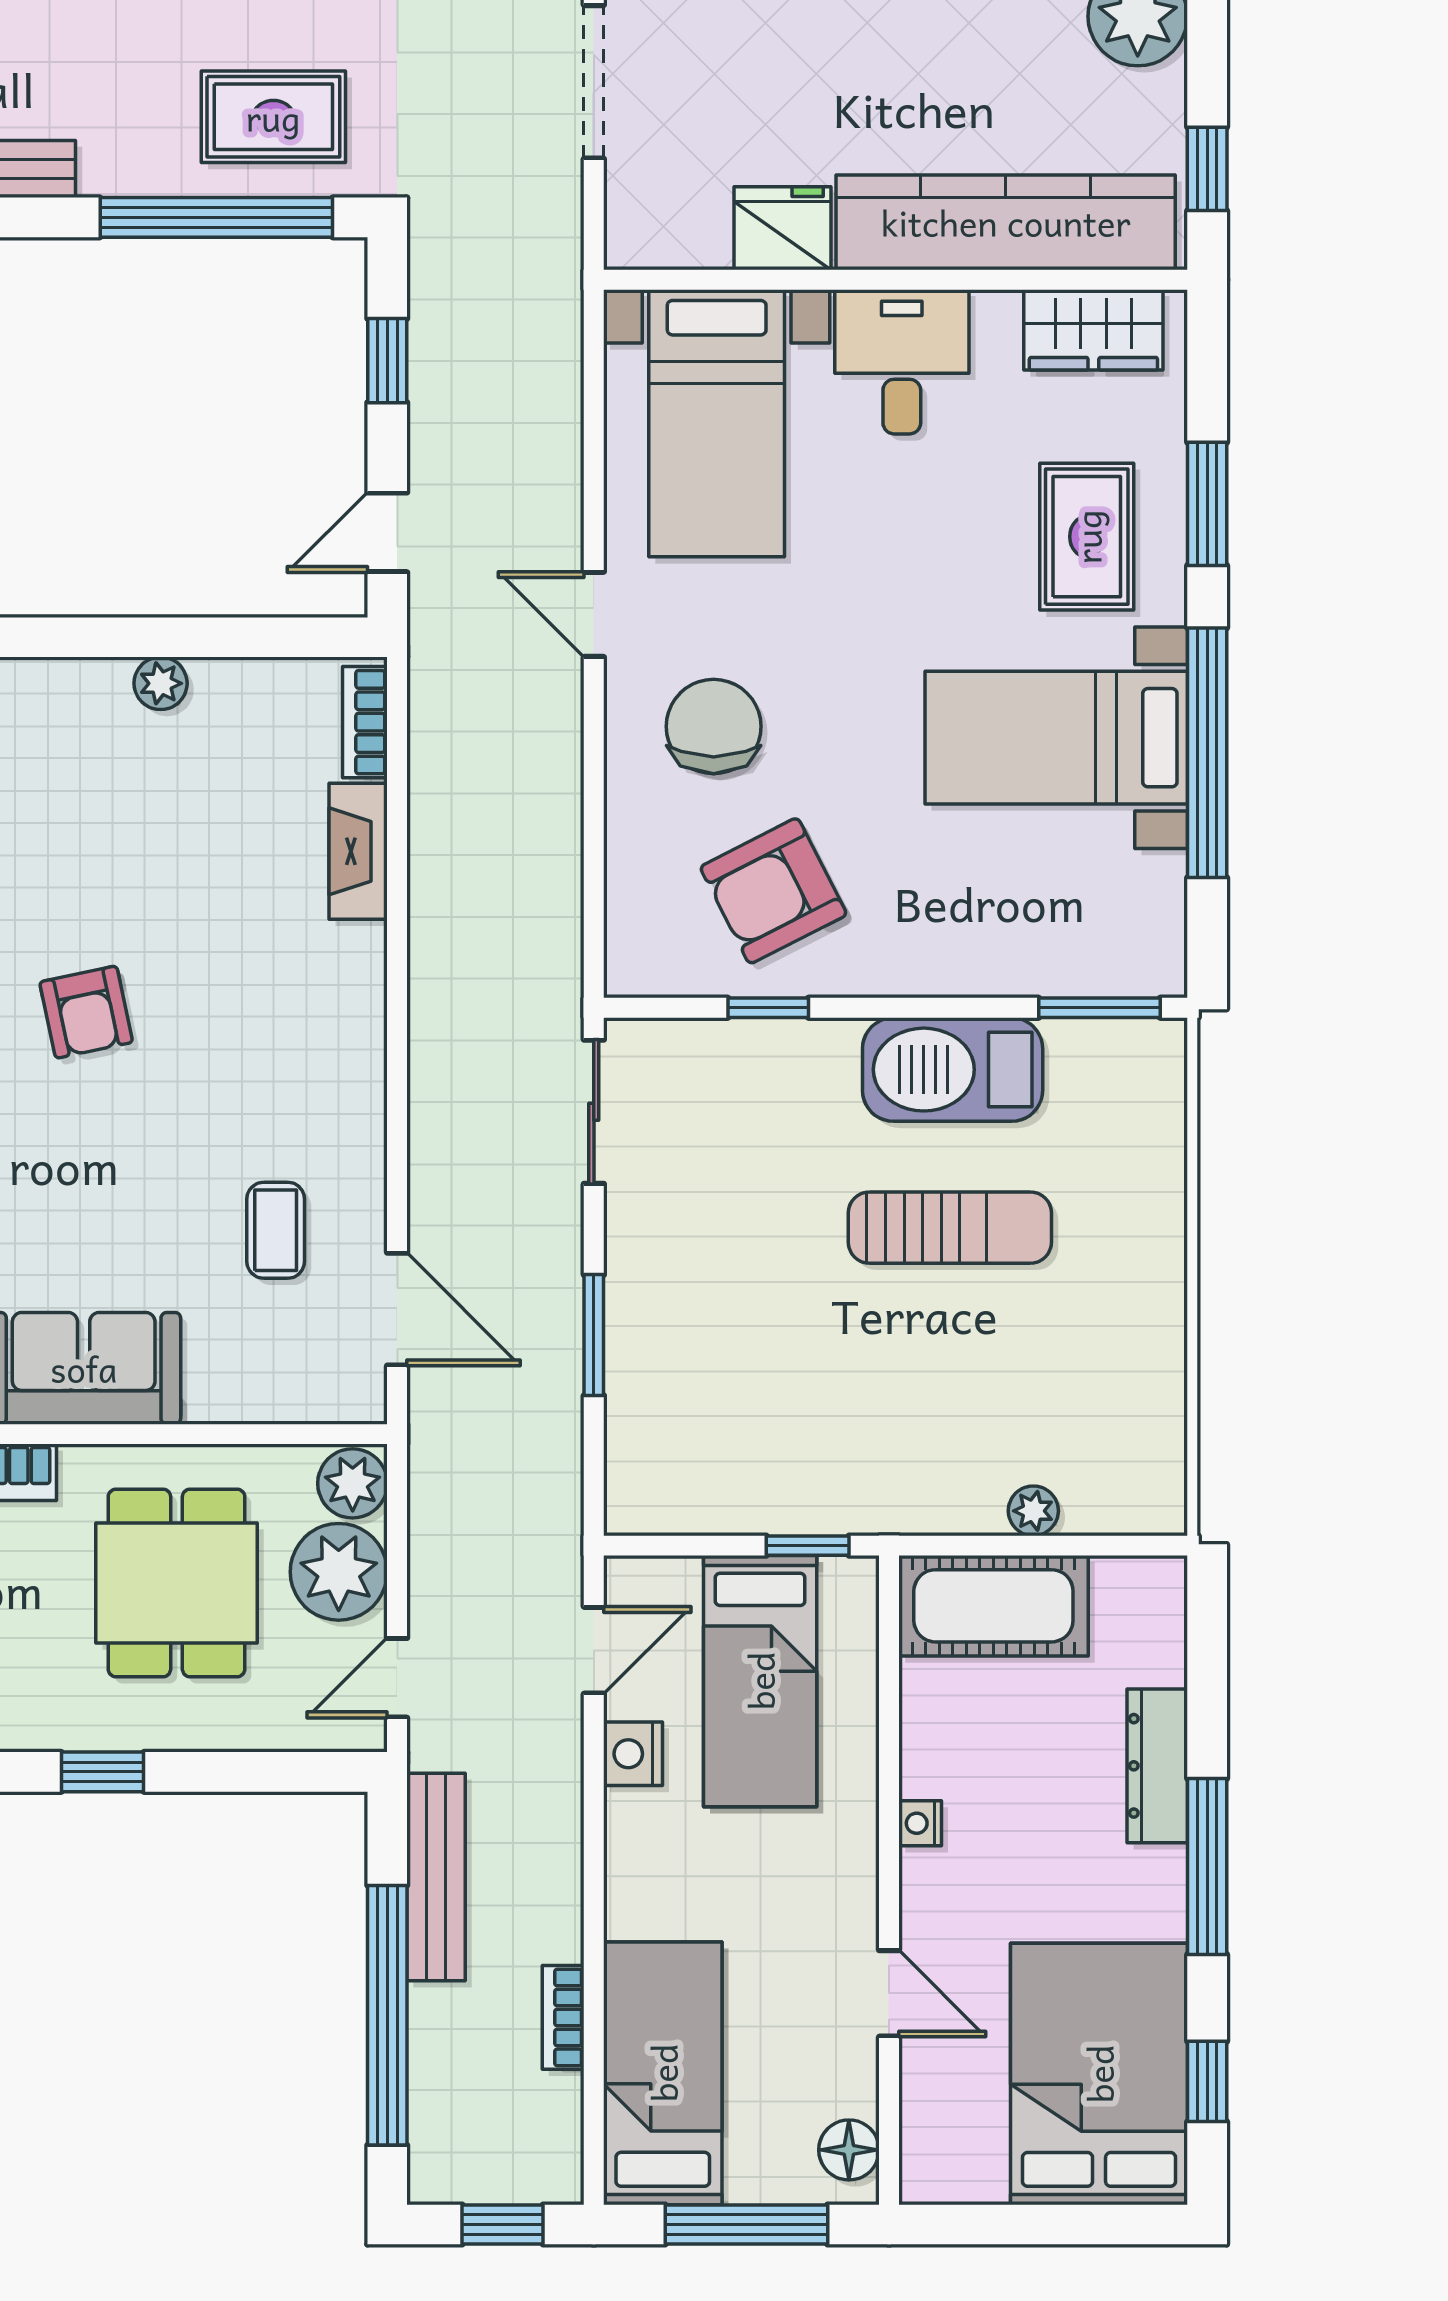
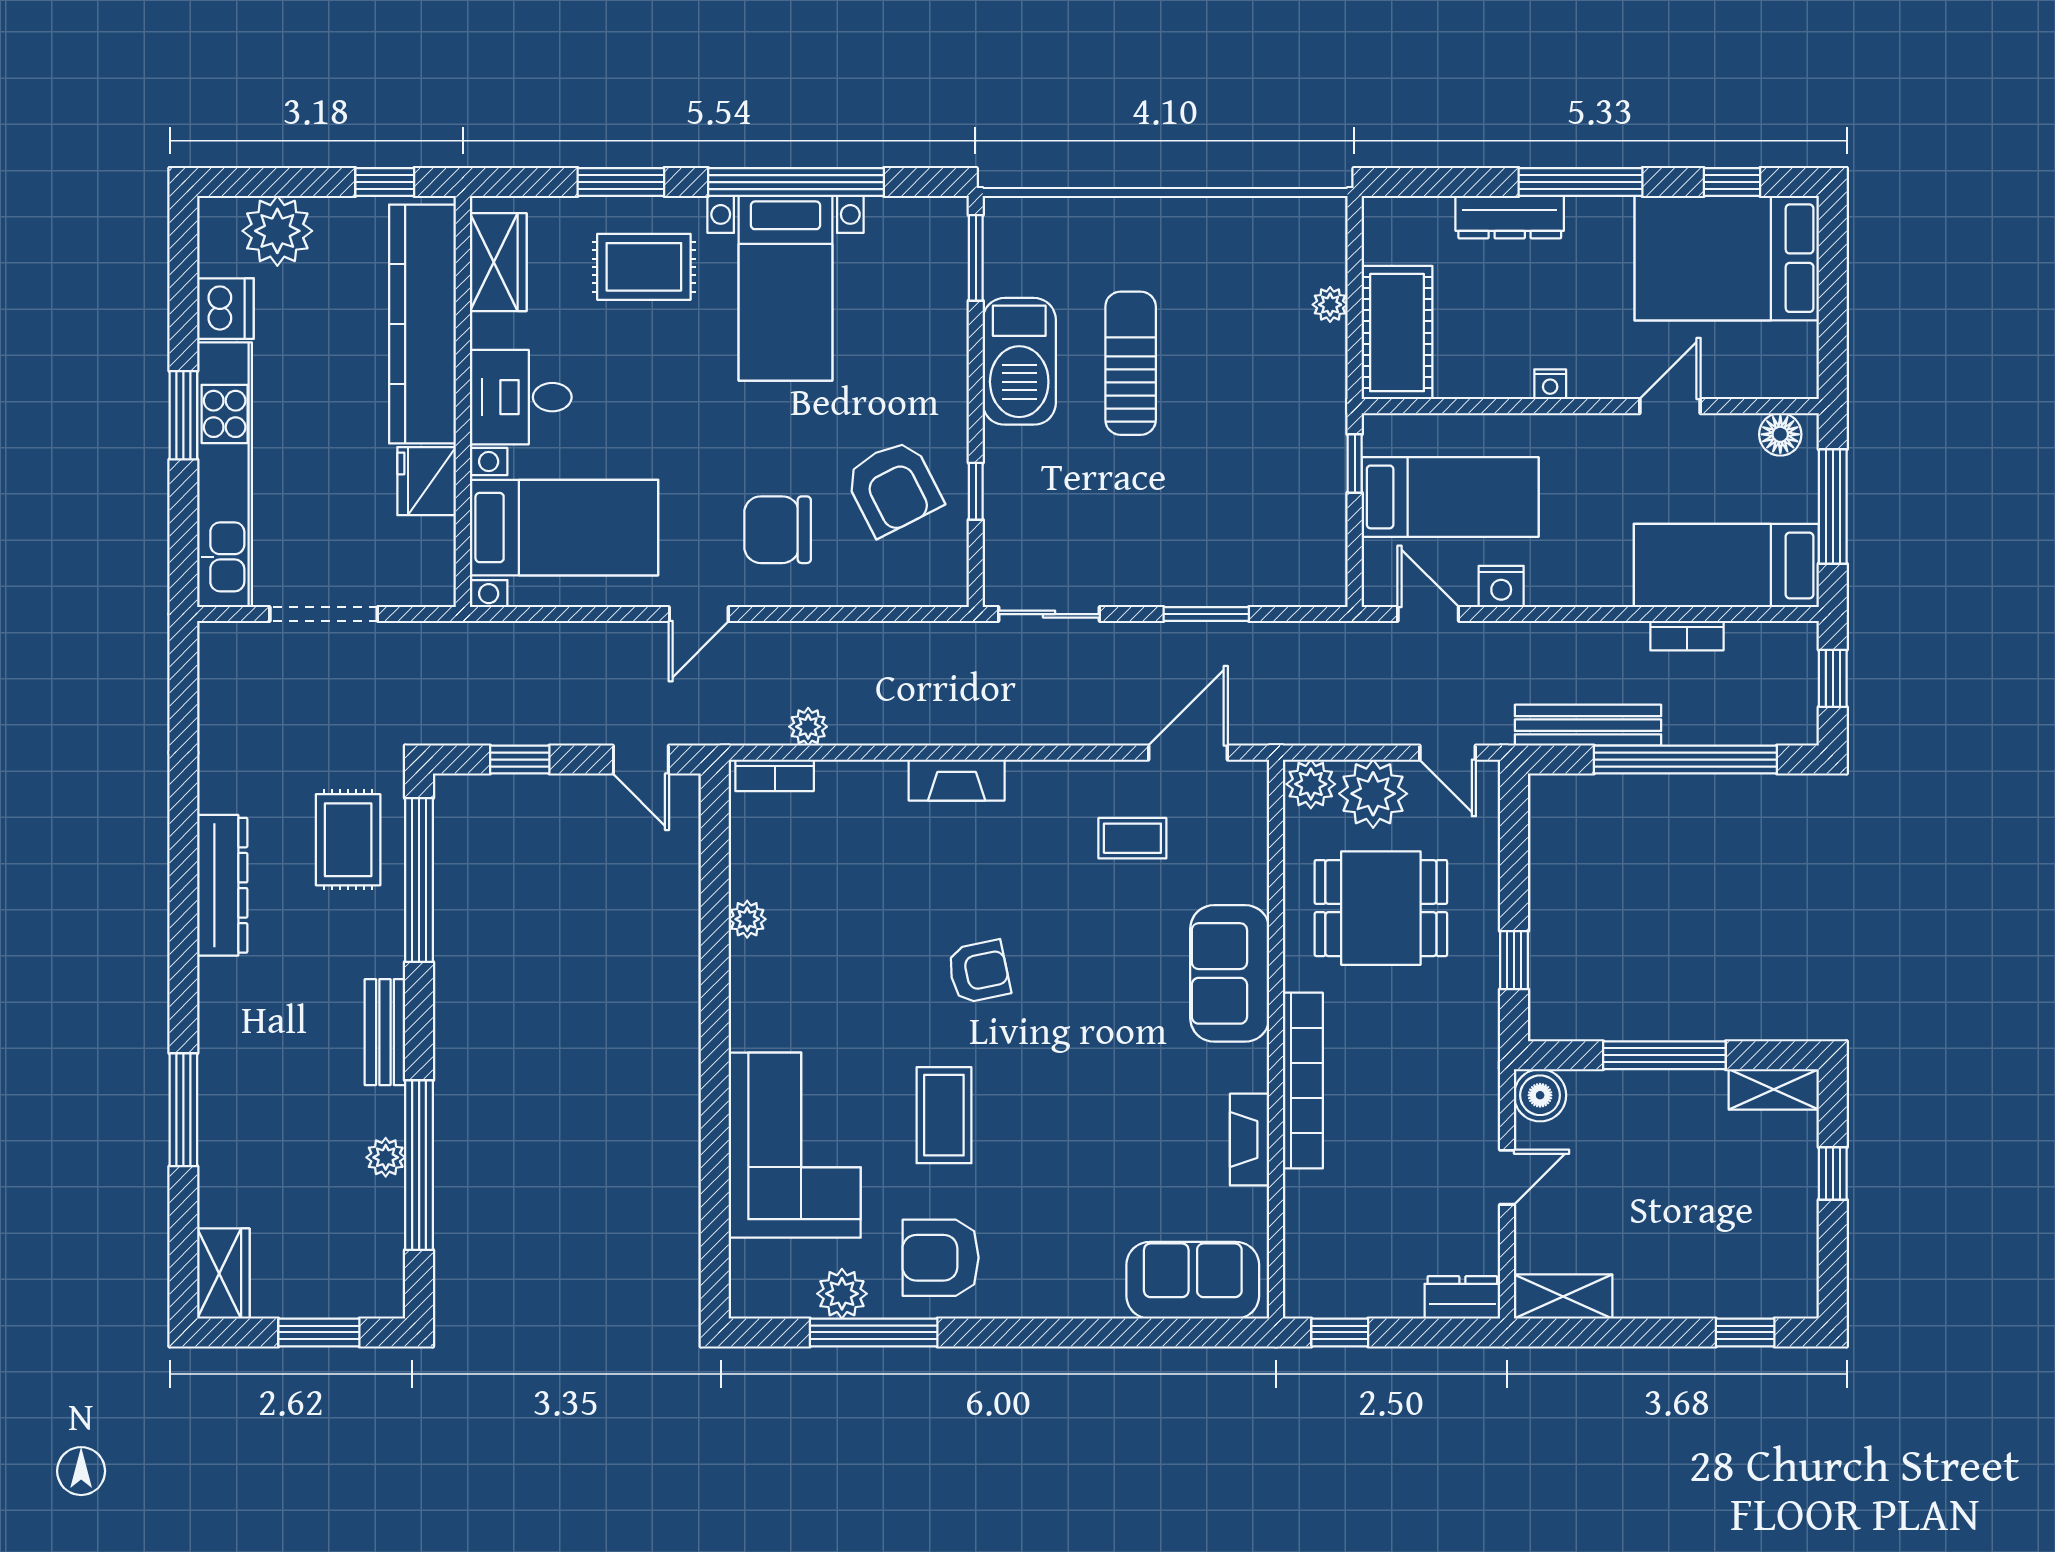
plant: (434, 770) -> (808, 727), added
fireplace: (358, 851) -> (957, 780), moved

